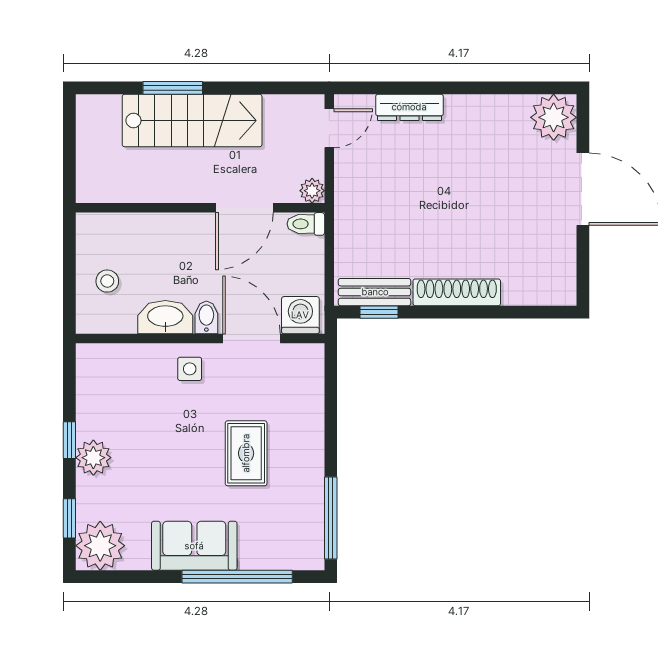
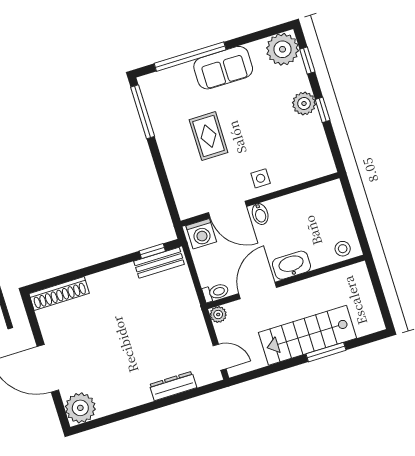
door: (329, 128) -> (220, 357), swing flipped
stool: (107, 281) -> (343, 249), moved
shoe rack: (457, 292) -> (59, 293), moved
washbasin: (165, 317) -> (291, 265), moved, turned 180

